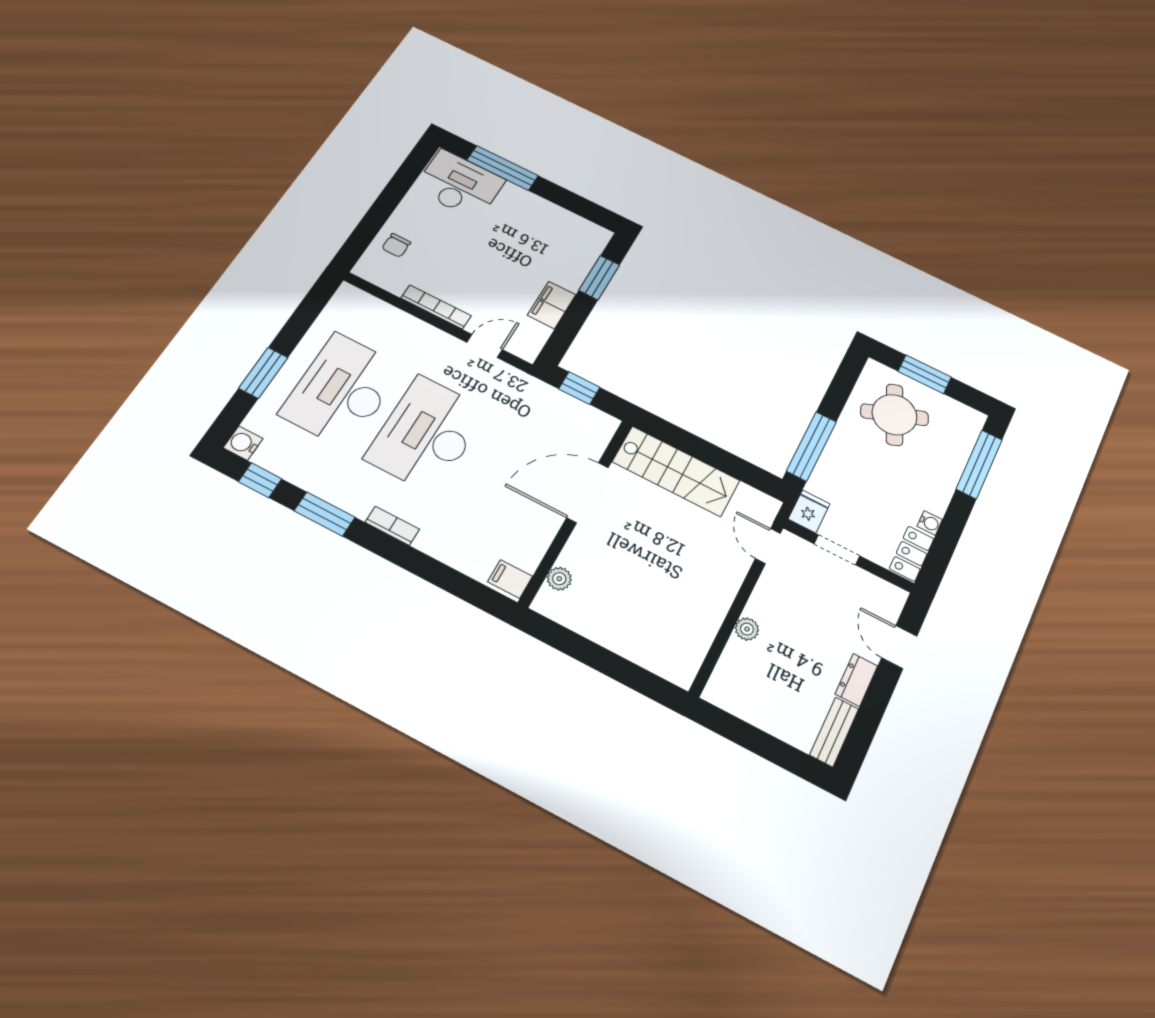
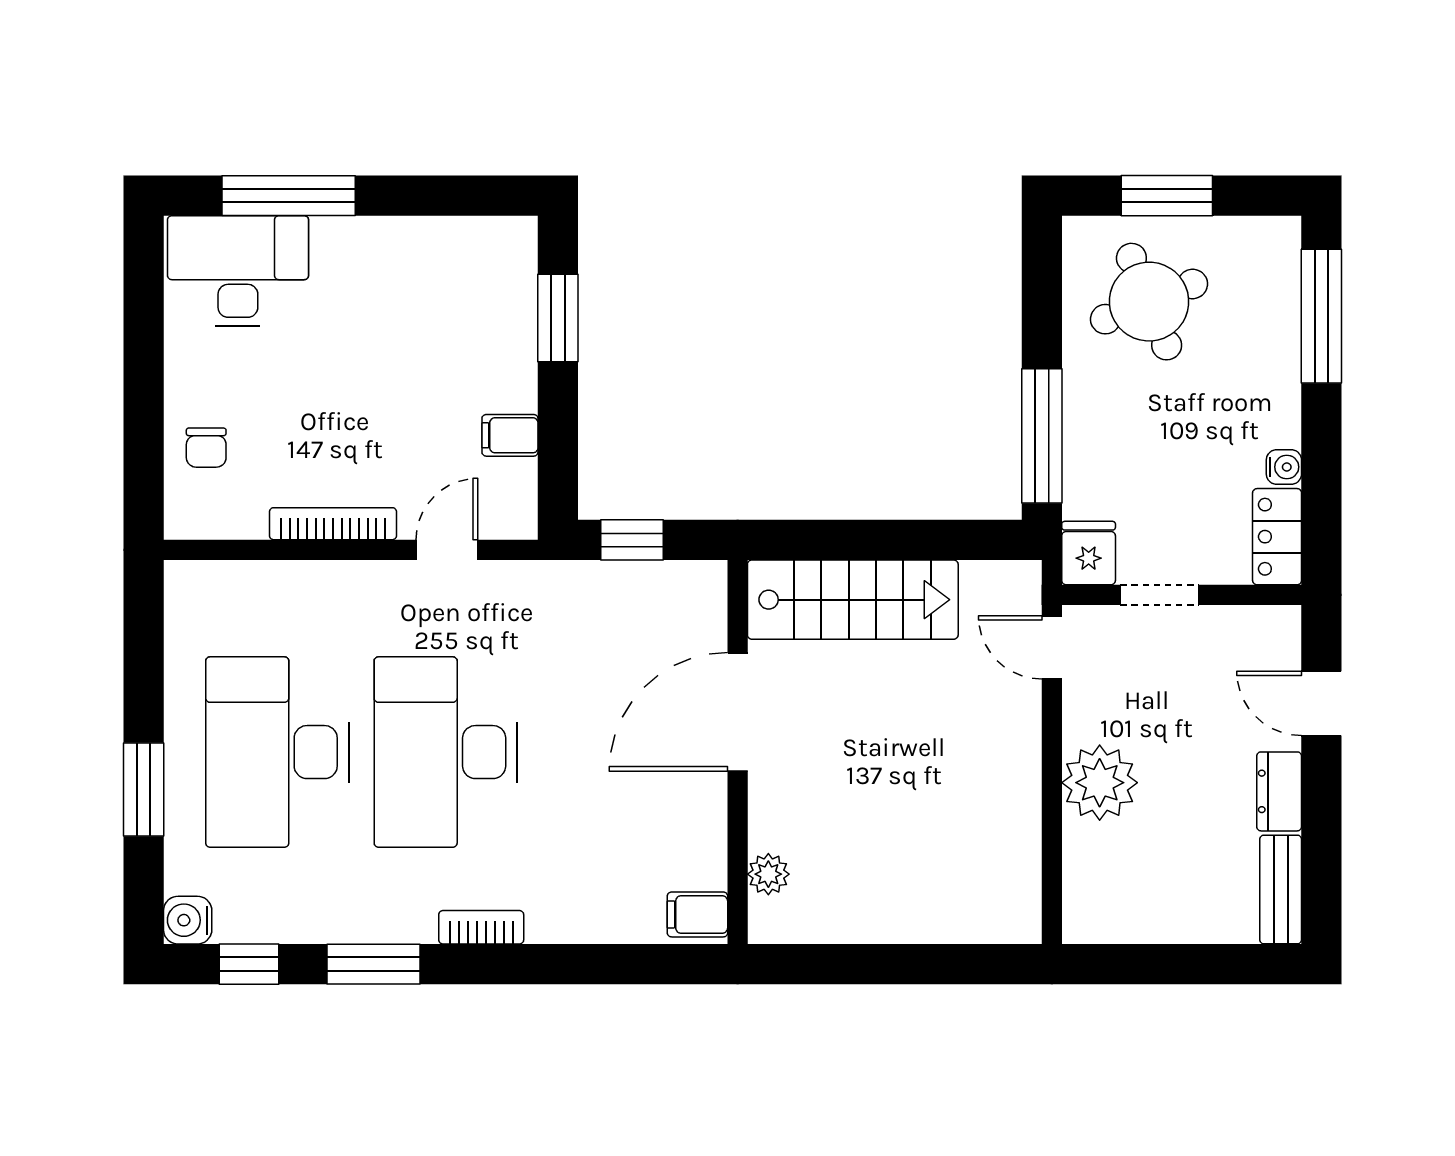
filing cabinet: (552, 305) -> (510, 435), width x0.50
plant: (747, 629) -> (1100, 783), width x1.87, depth x1.87

